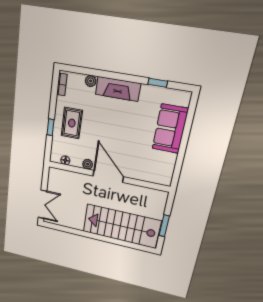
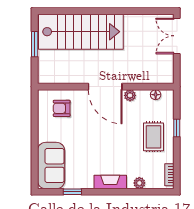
fireplace: (118, 89) -> (110, 182), width x0.73, depth x0.76
sofa: (170, 129) -> (51, 166), moved
armchair: (152, 166) -> (62, 108), added

